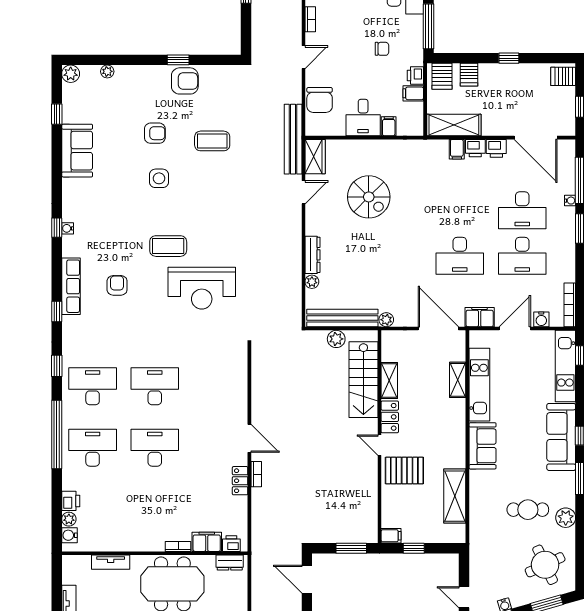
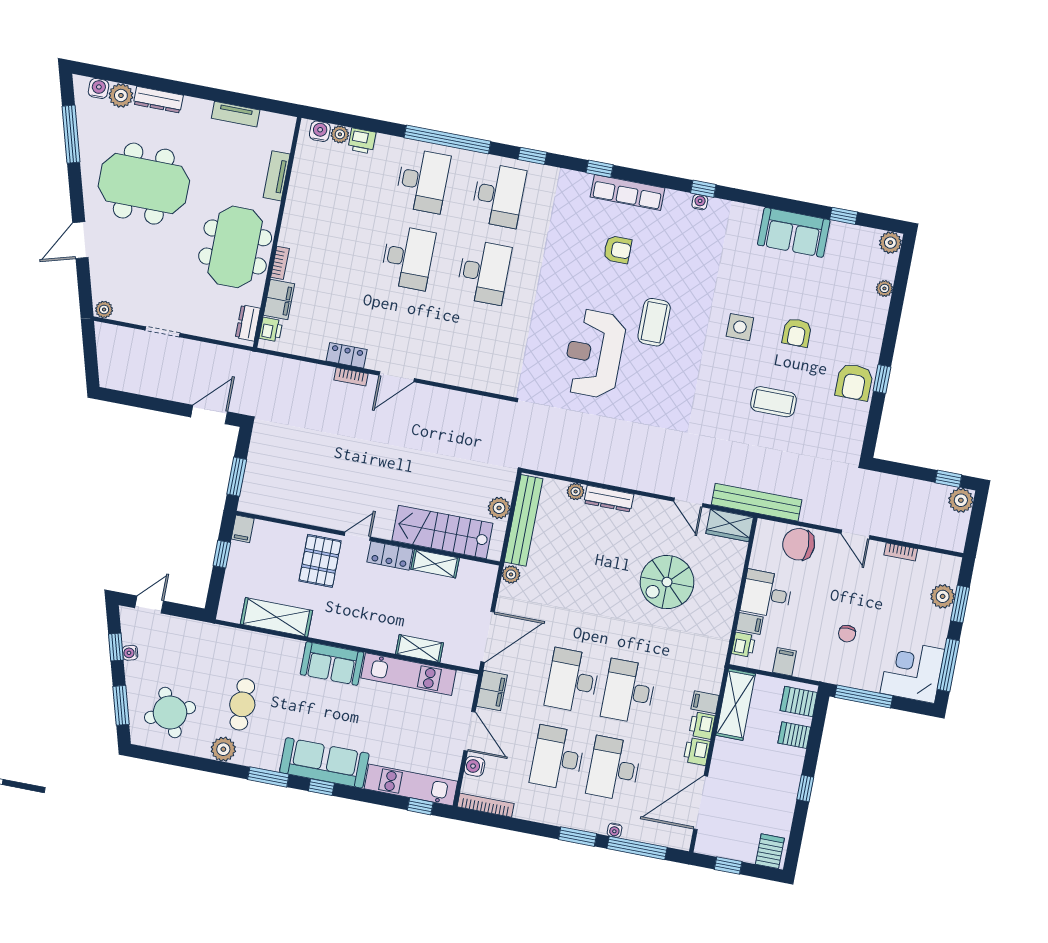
printer: (415, 76) -> (744, 645), moved, turned 90
coffee table: (212, 141) -> (773, 402), turned 90
desk: (460, 210) -> (629, 691), added

